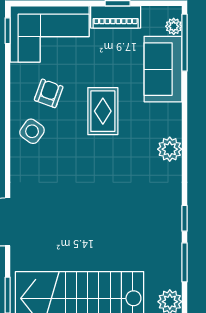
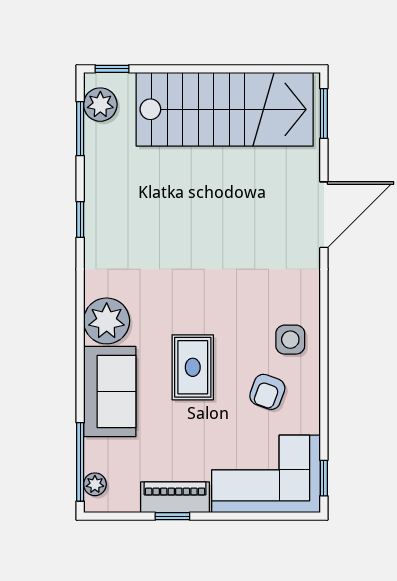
sofa: (163, 69) -> (110, 392), moved
side table: (32, 131) -> (290, 340), turned -35
plant: (170, 149) -> (107, 321), width x1.36, depth x1.36
window: (184, 262) -> (80, 129), moved

